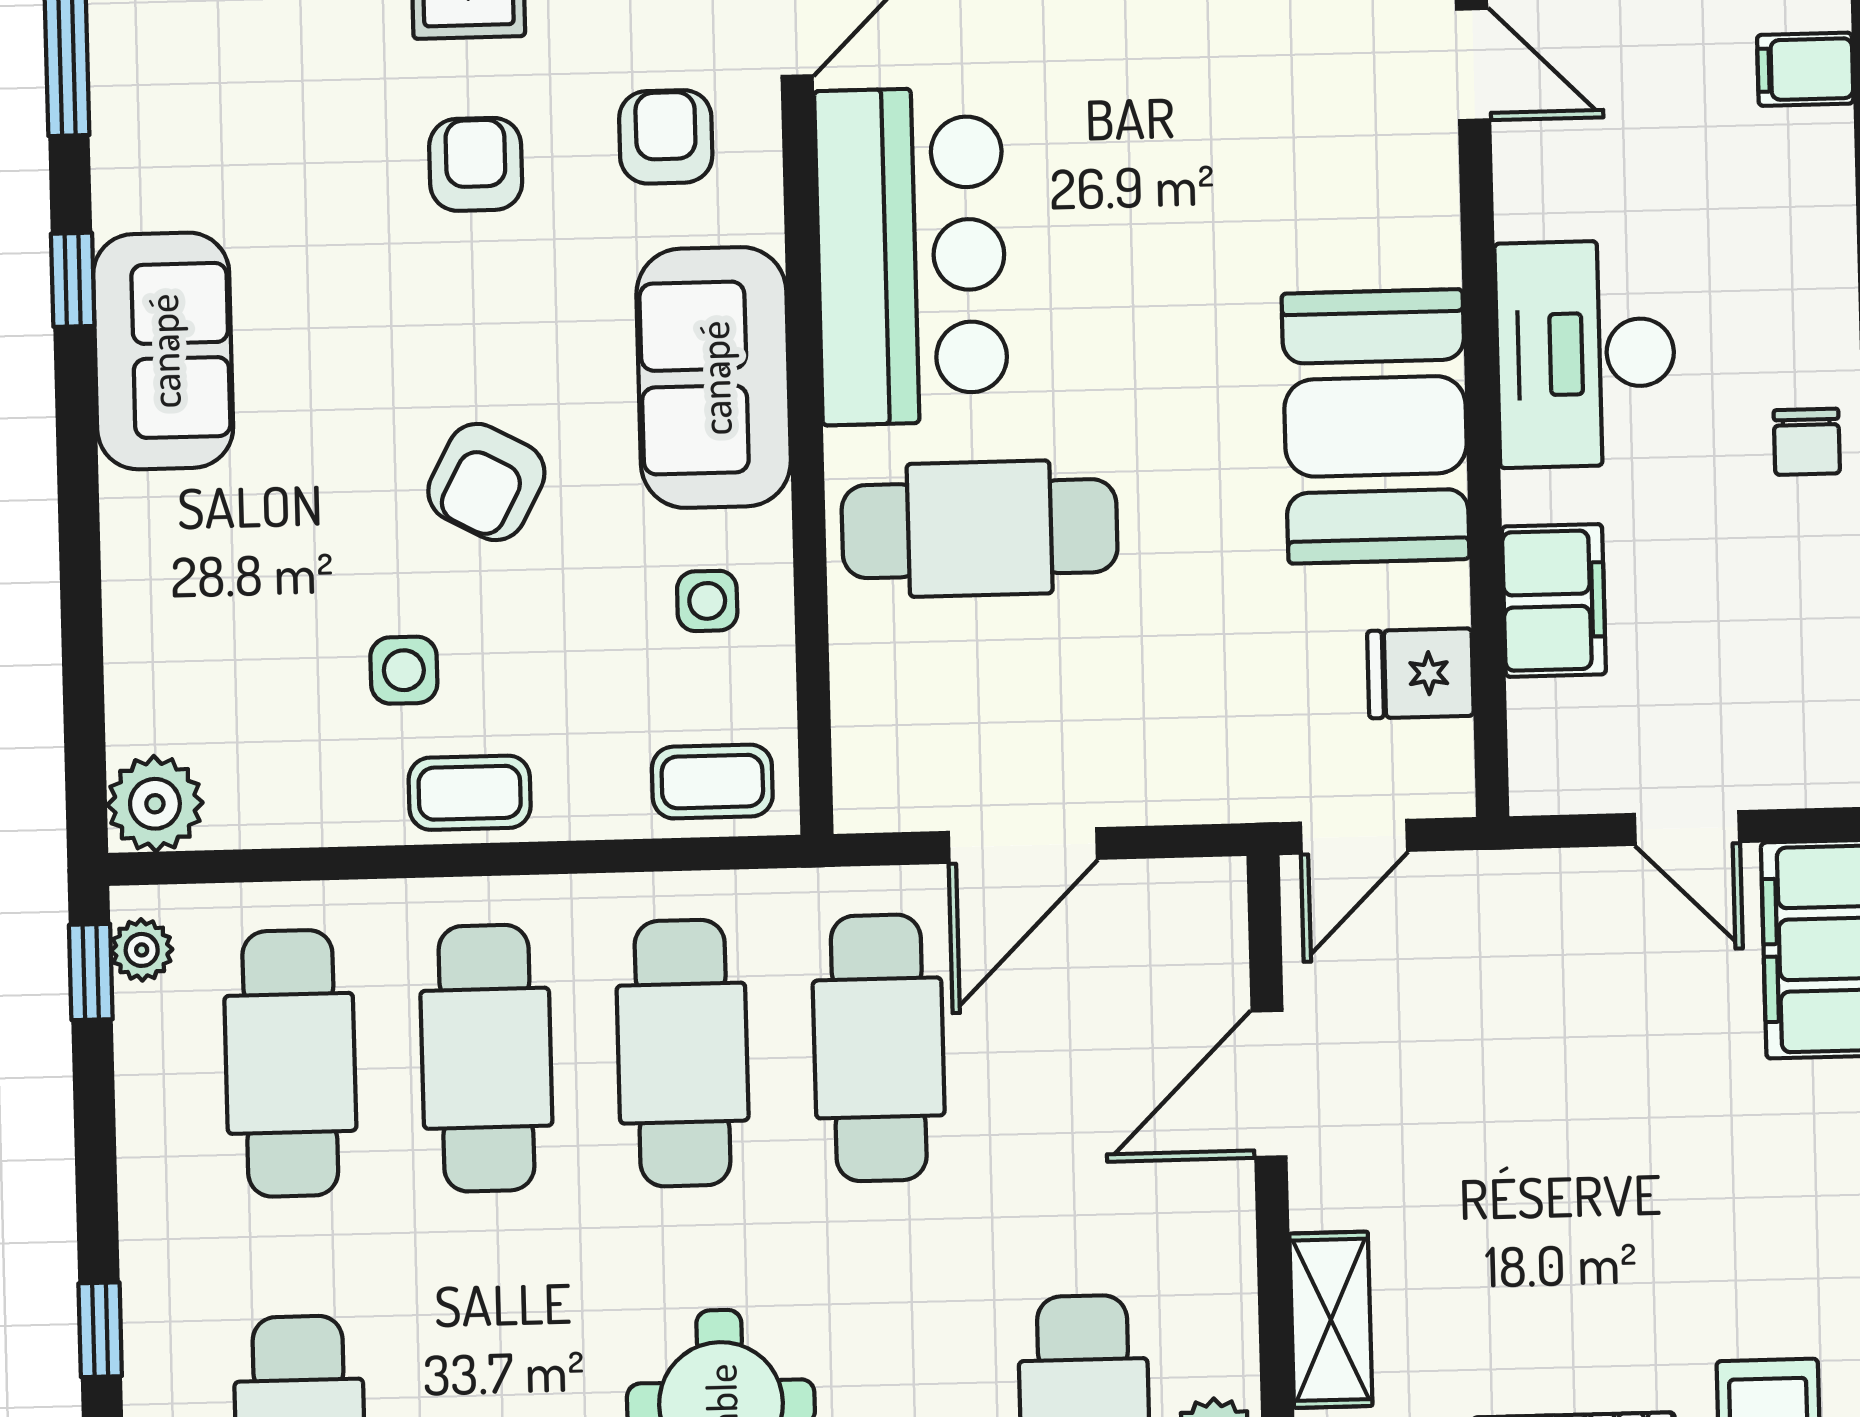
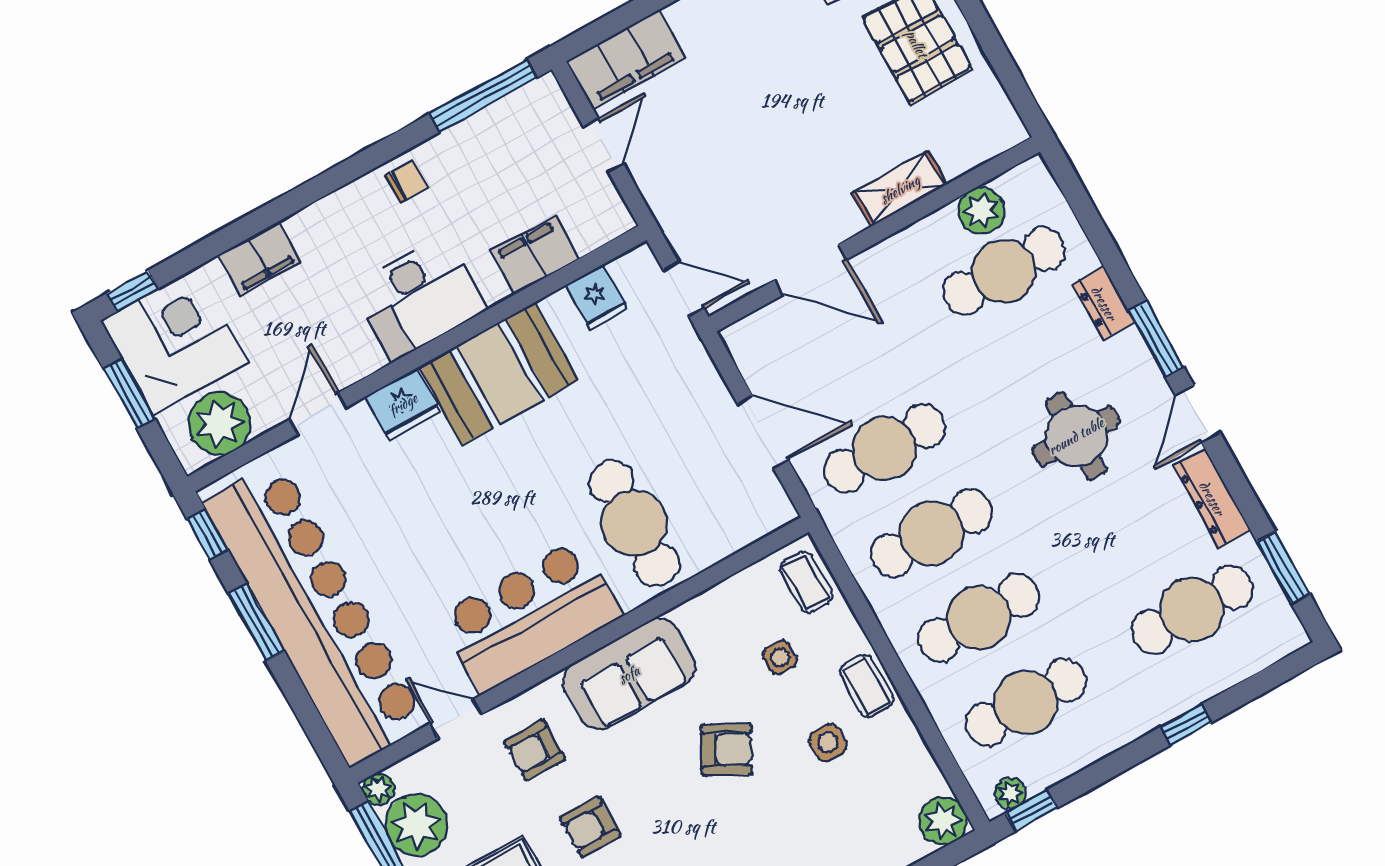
filing cabinet: (1805, 69) -> (260, 258), width x2.00
fridge: (1410, 225) -> (403, 404), added
side table: (707, 601) -> (780, 657), moved

